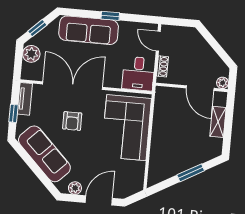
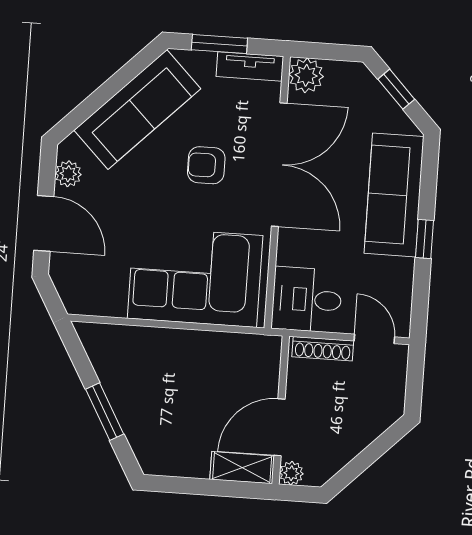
door: (158, 41) -> (374, 339), hinge flipped
plant: (31, 54) -> (306, 75), moved
shoe rack: (162, 66) -> (323, 349), width x1.43
window: (14, 113) -> (219, 44), width x1.50
shelving: (218, 122) -> (242, 468), moved

